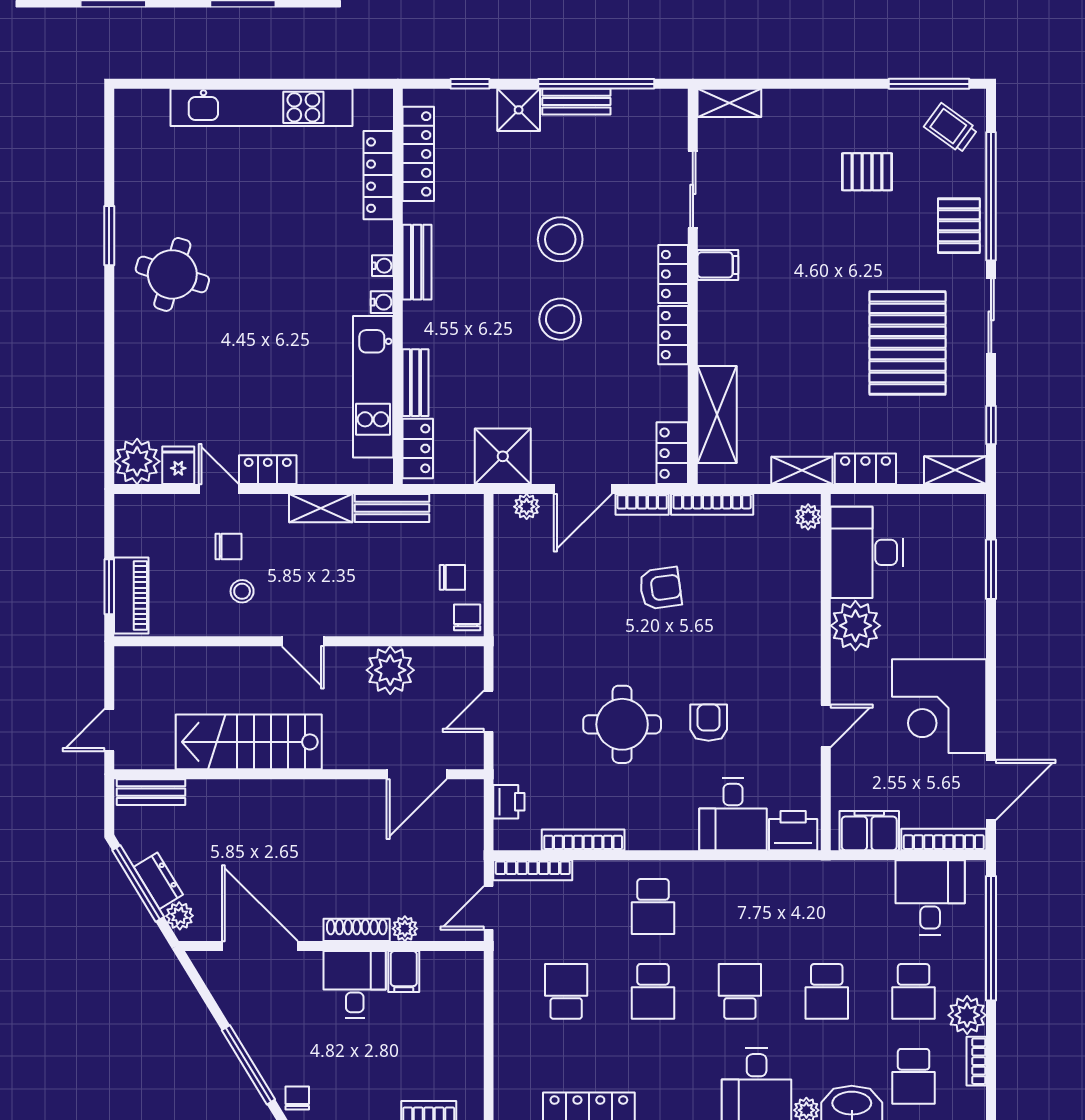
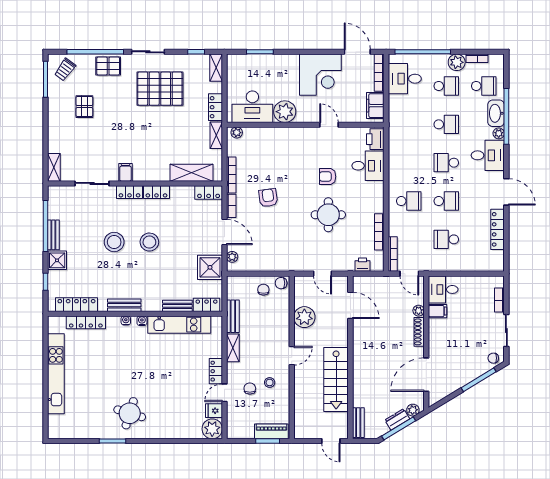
desk: (355, 984) -> (443, 289), moved

